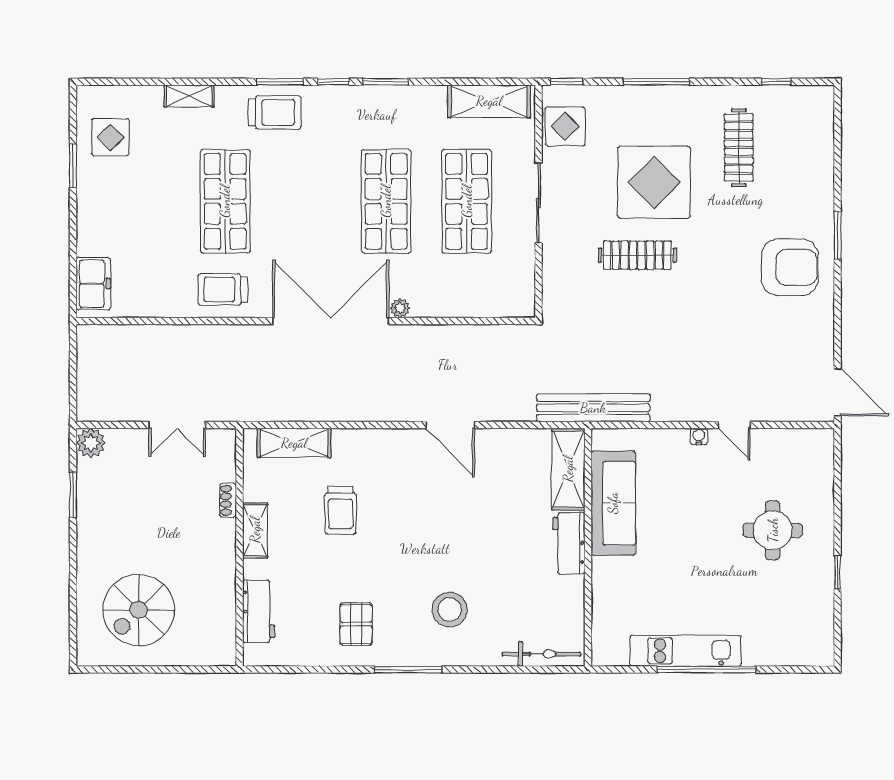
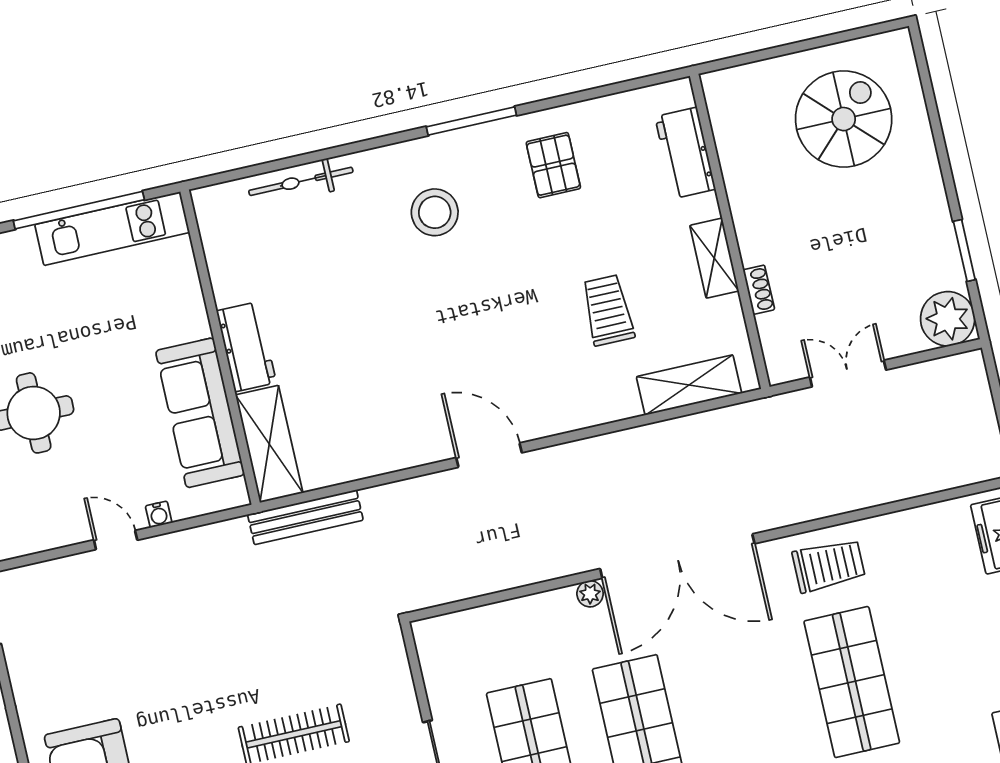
bench: (593, 408) -> (305, 517), width x0.73, depth x0.82
plant: (91, 443) -> (948, 319), width x1.36, depth x1.36
shelving: (568, 469) -> (269, 444), moved
sofa: (613, 503) -> (200, 413), moved
workbench: (569, 543) -> (246, 347), moved
wall: (588, 547) -> (220, 347), moved

